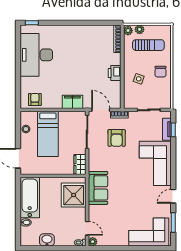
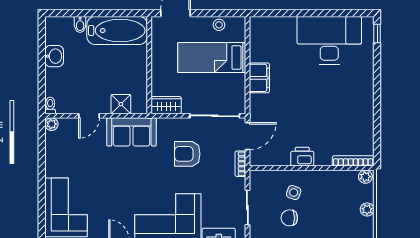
plant: (140, 29) -> (367, 209), moved
sun lounger: (148, 45) -> (344, 207), removed
chair: (161, 72) -> (289, 218), moved
armchair: (35, 99) -> (263, 38), removed
filing cabinet: (72, 102) -> (259, 78), moved
armchair: (117, 138) -> (187, 154), moved
shower: (74, 195) -> (121, 104), width x0.54, depth x0.54
door: (87, 228) -> (89, 116), moved

